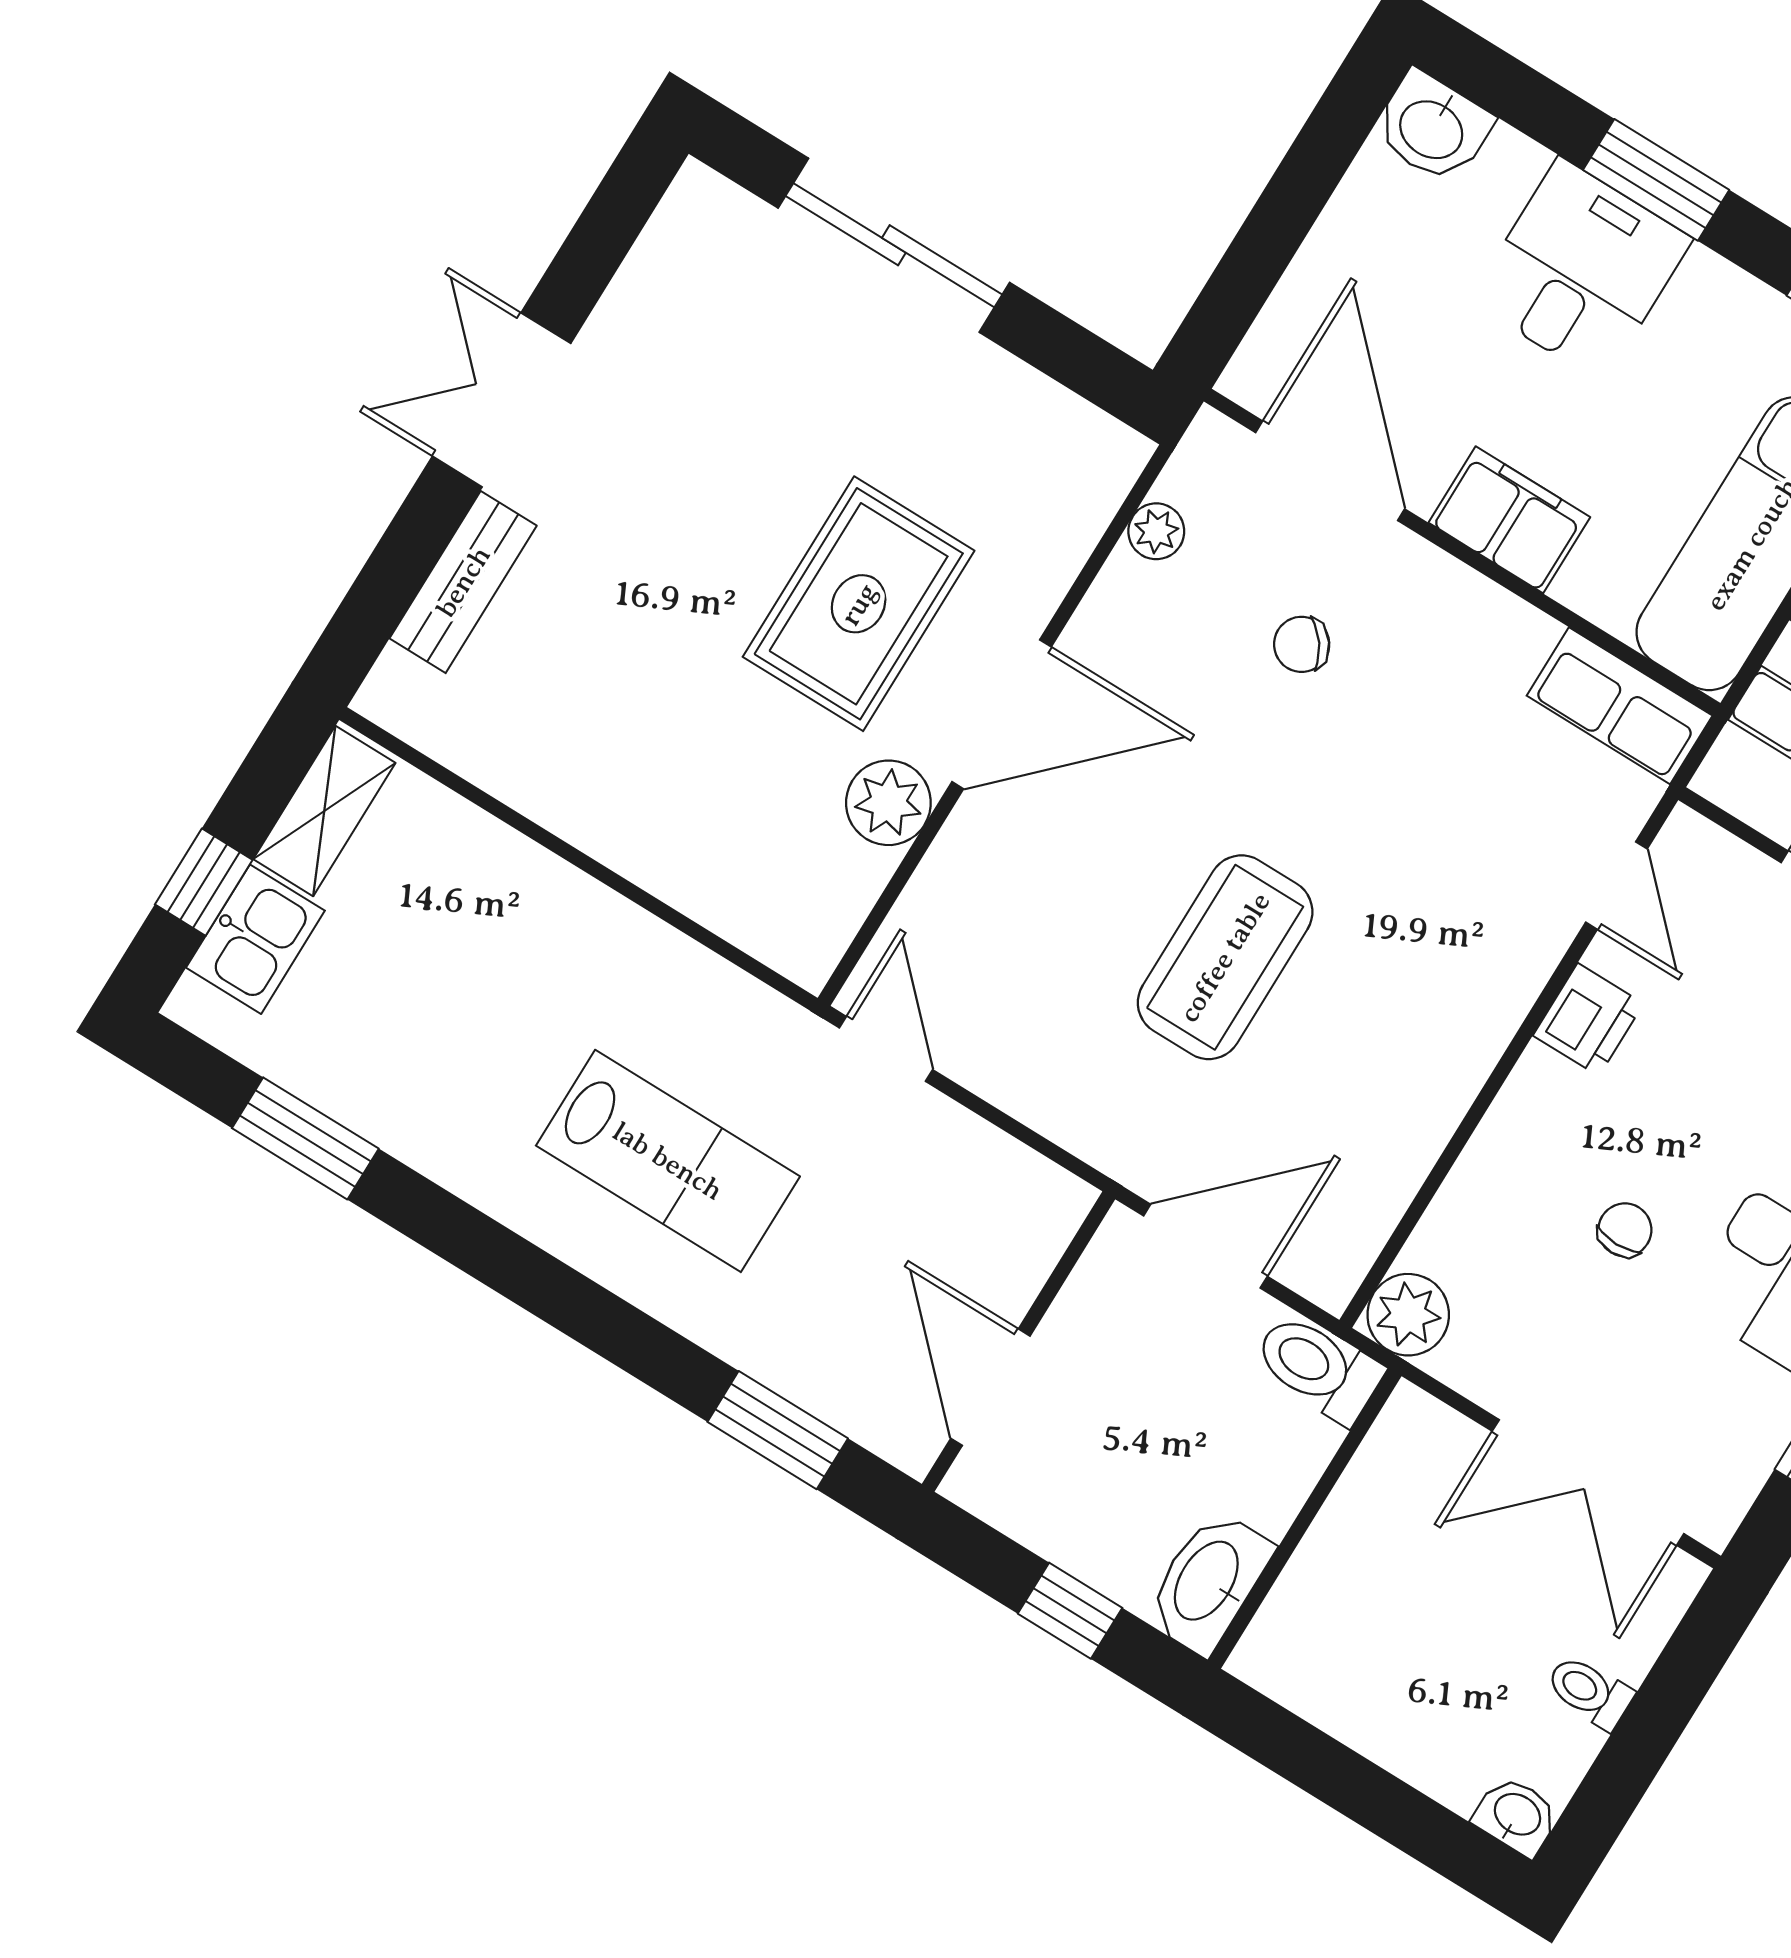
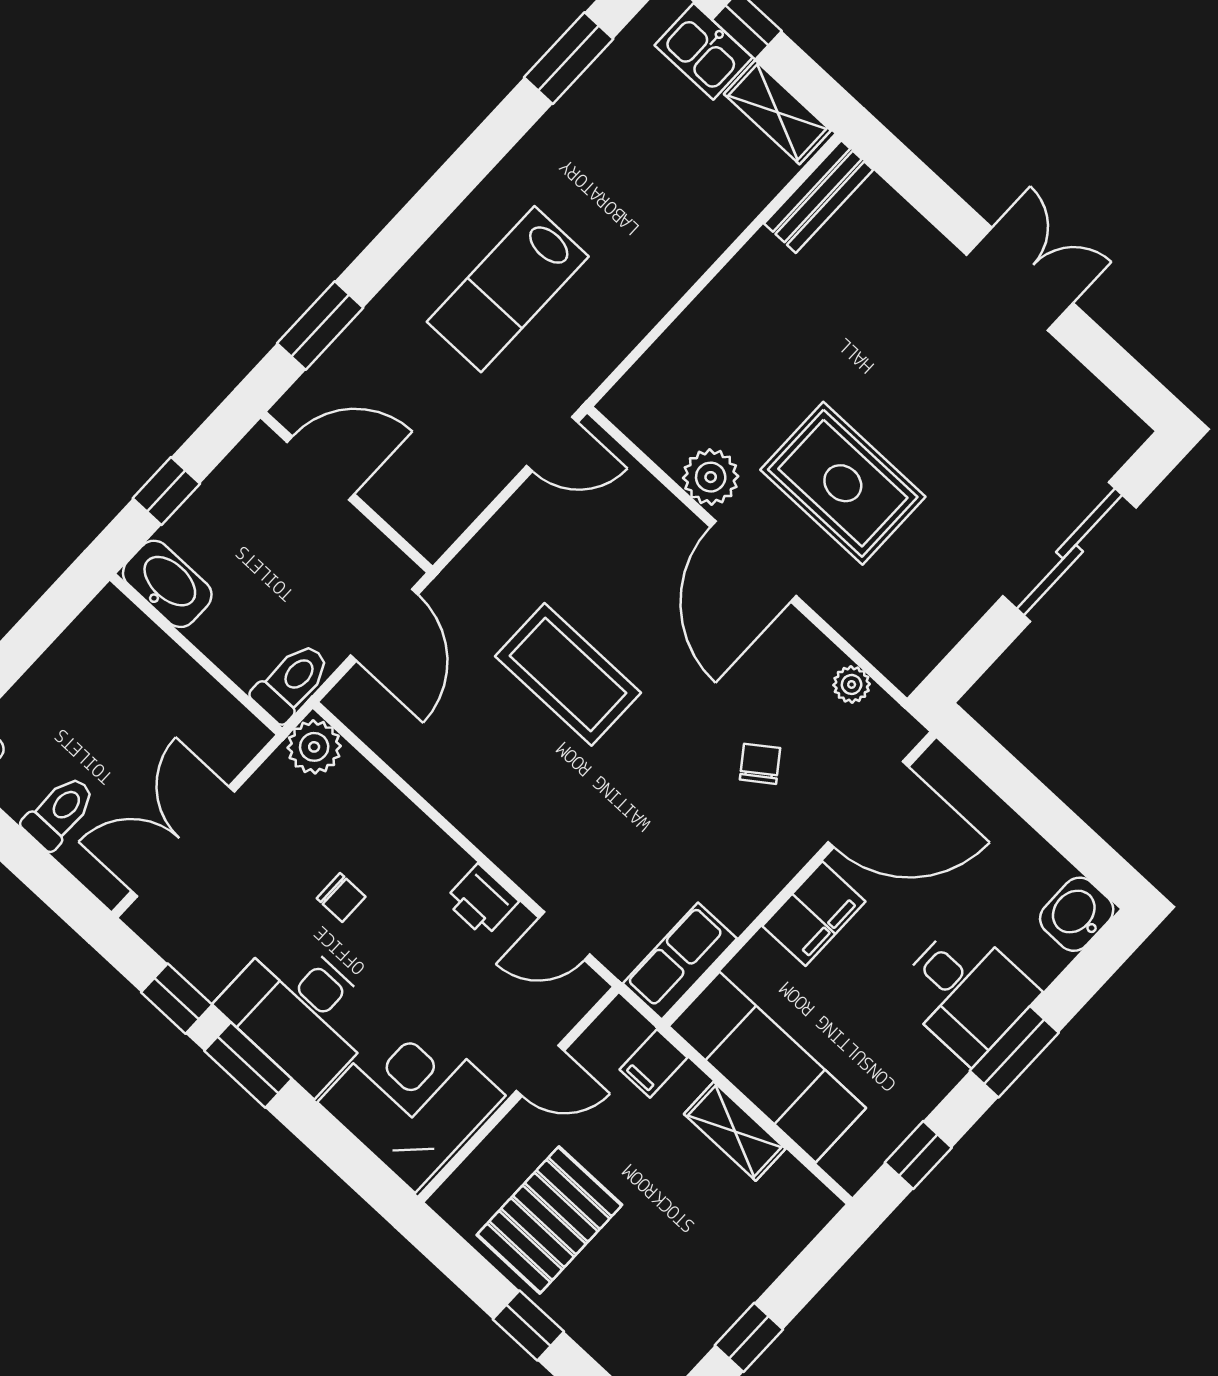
bench: (463, 582) -> (819, 197), moved, turned 90
toilet: (1589, 1692) -> (59, 812), width x1.37, depth x1.39

